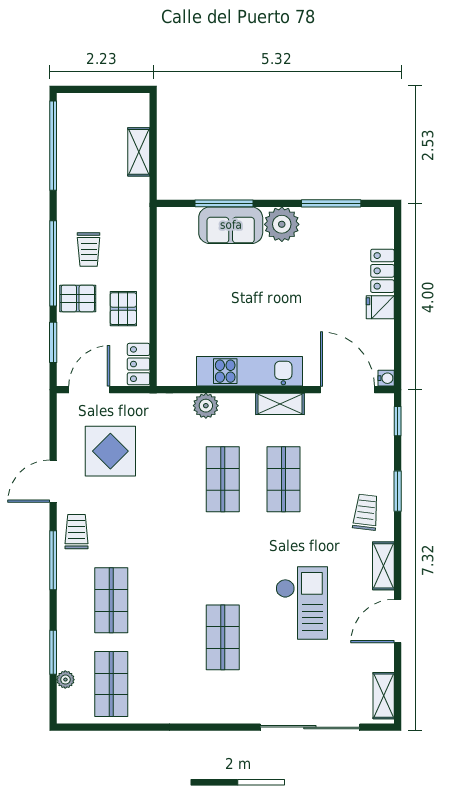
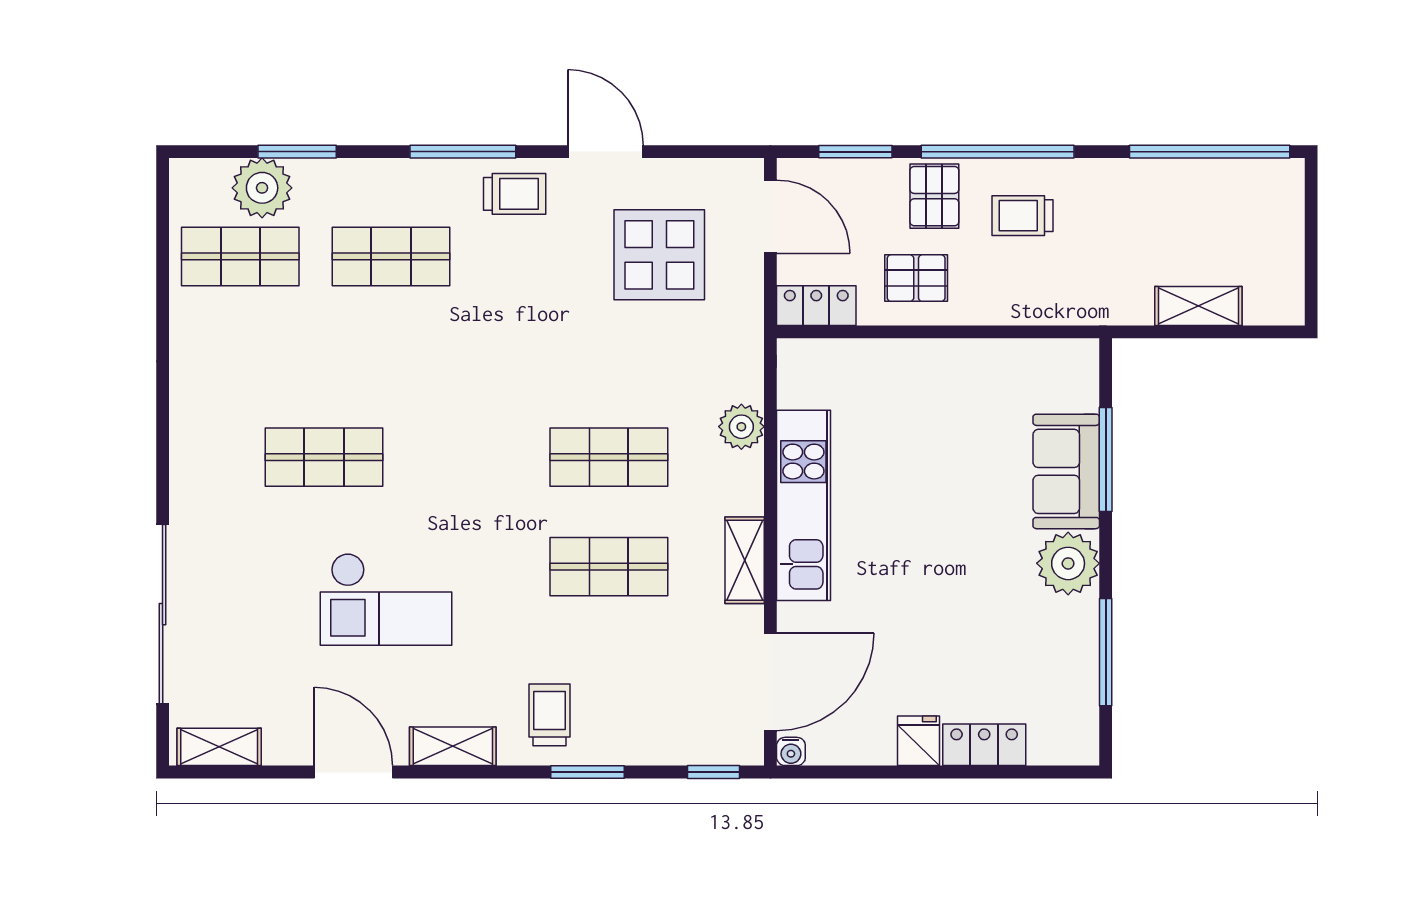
trolley: (366, 512) -> (550, 715), turned -97
plant: (65, 680) -> (262, 188), width x1.88, depth x1.88

